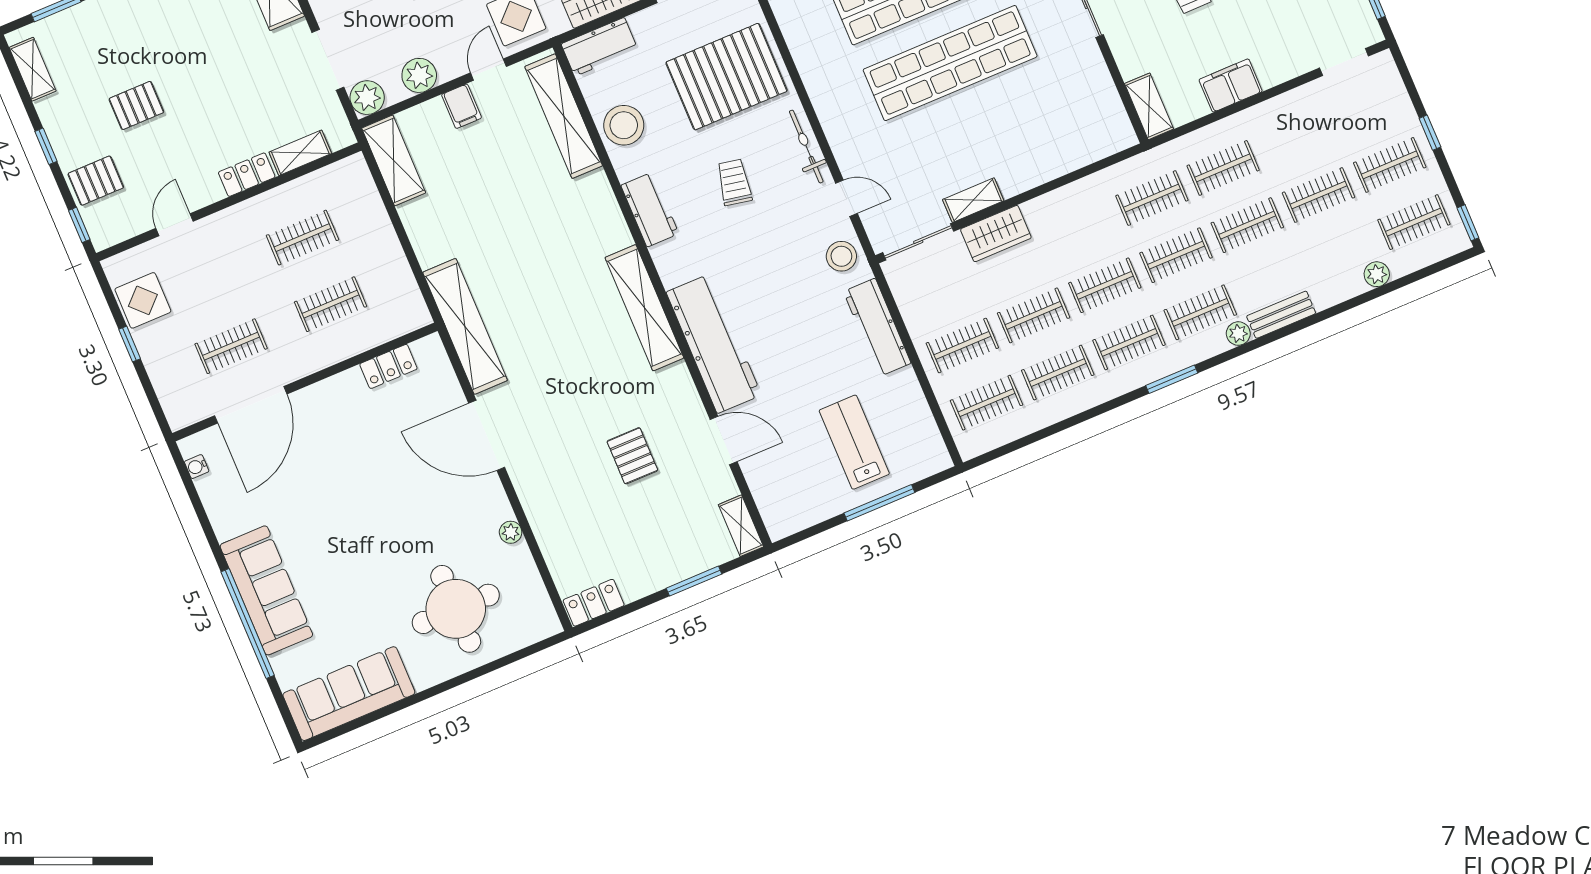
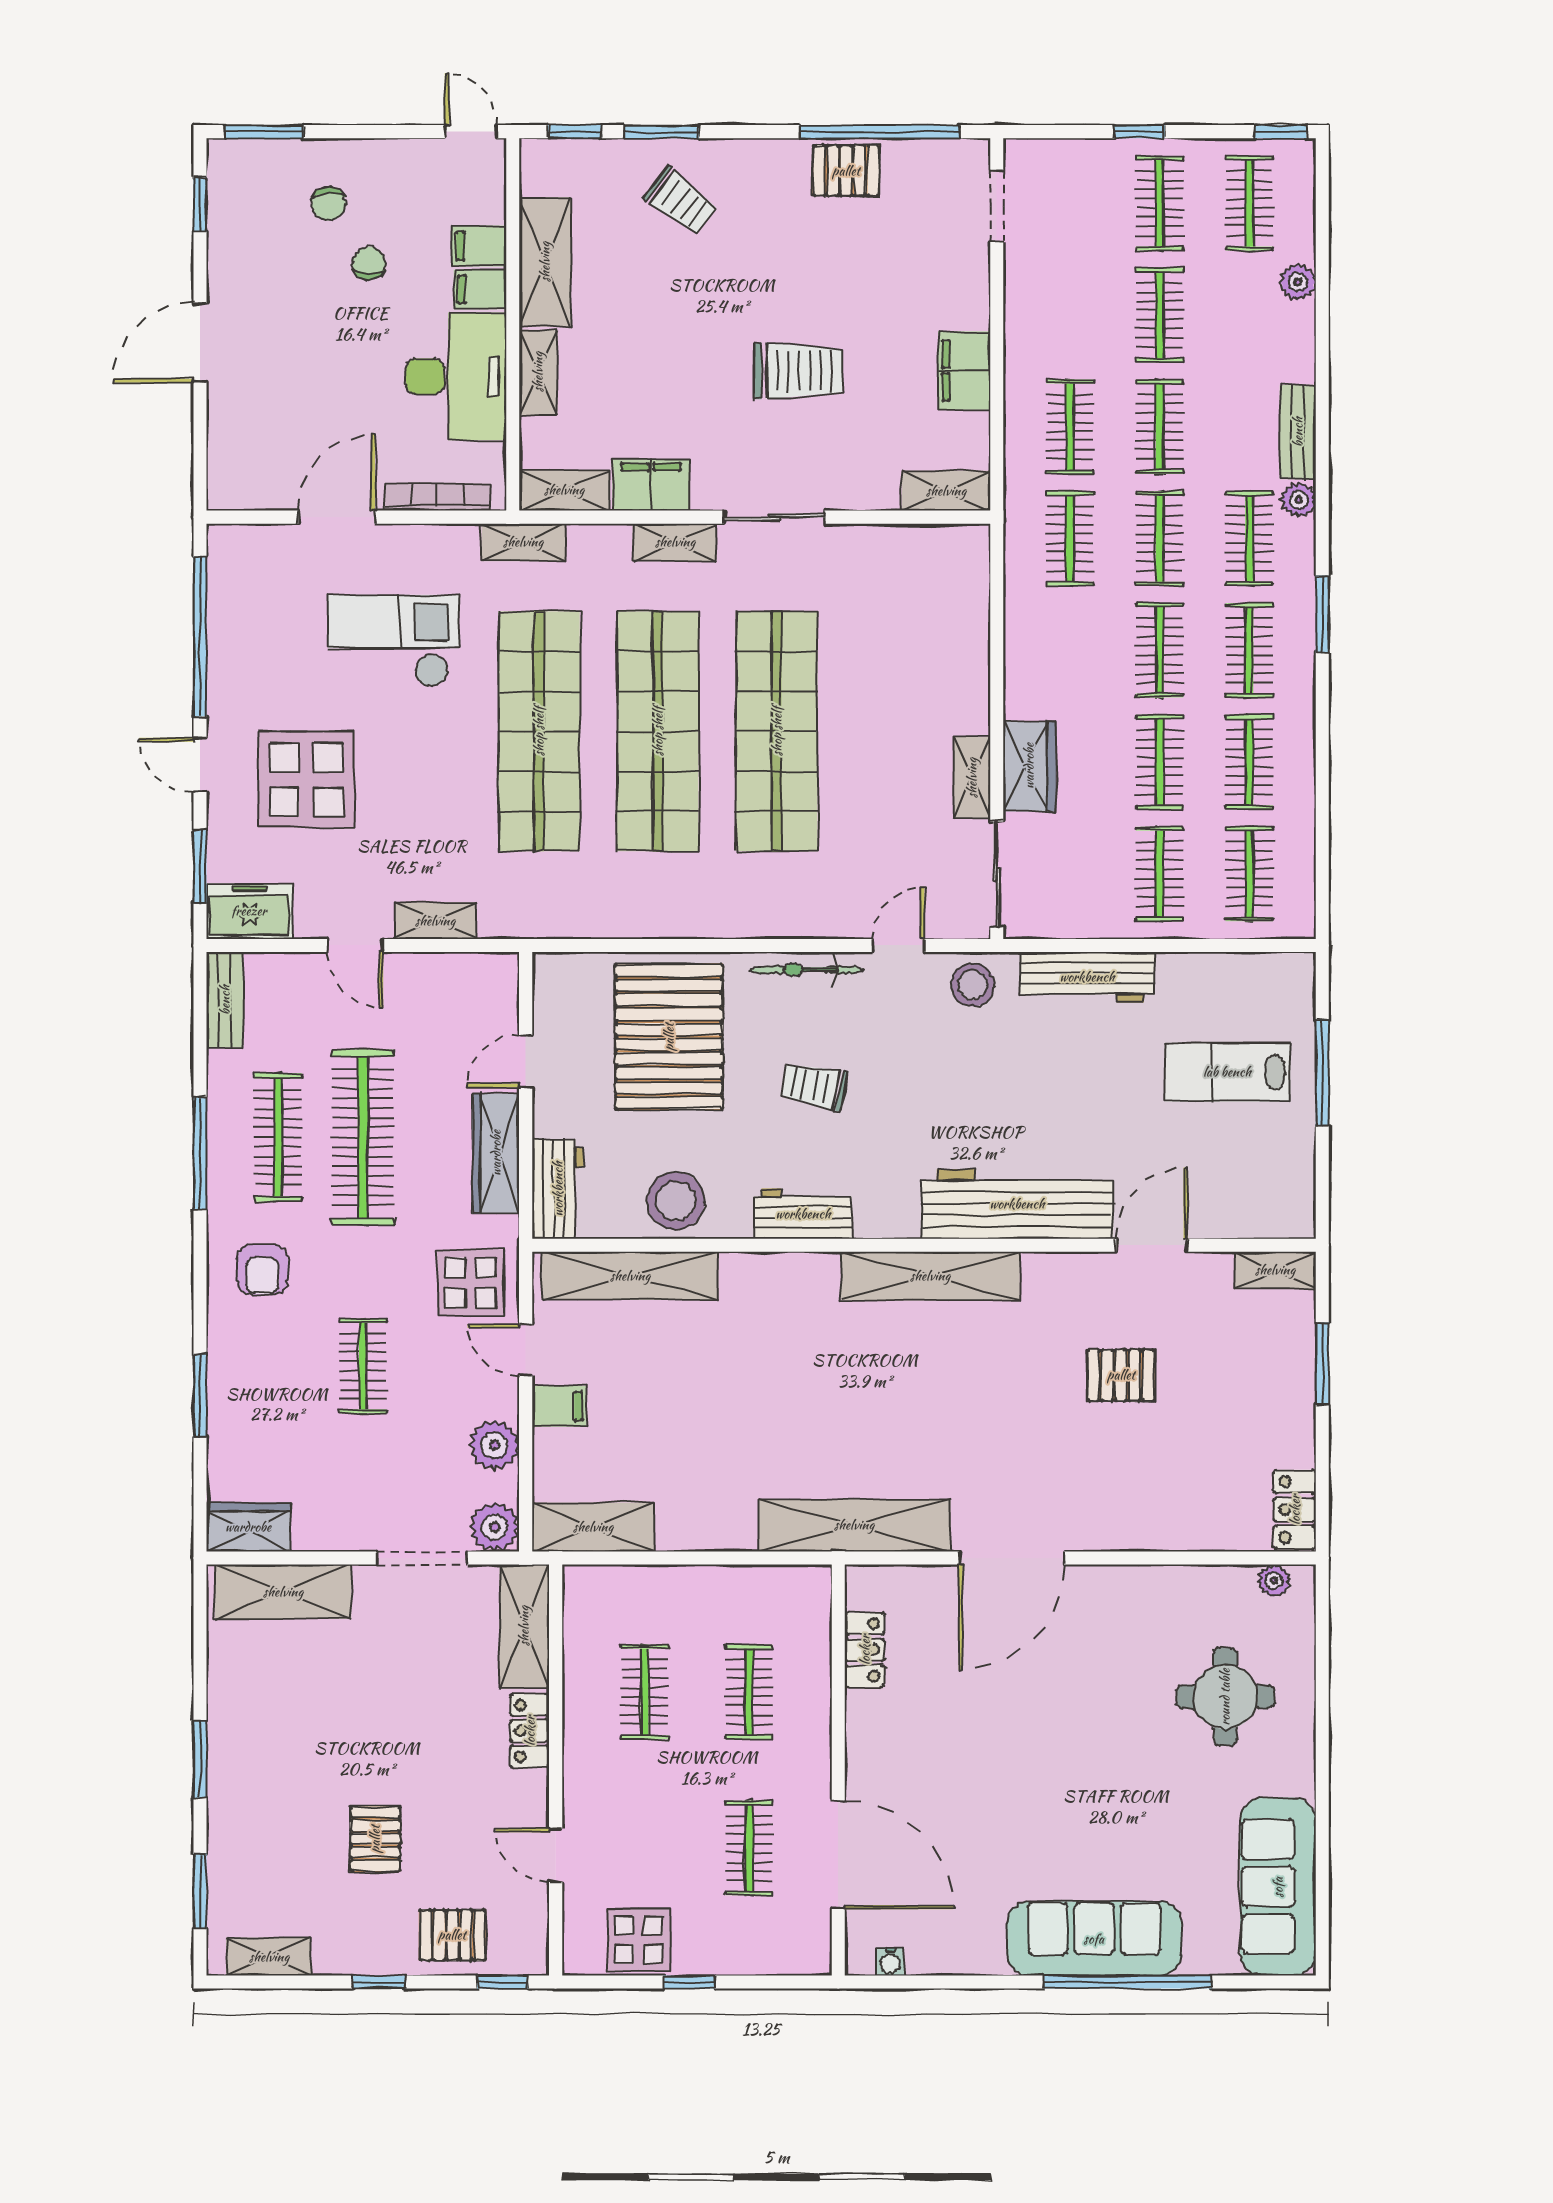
shelving: (300, 153) -> (524, 1626), width x1.50, depth x1.33
pallet: (96, 181) -> (452, 1935), turned 90
plant: (511, 532) -> (1274, 1581), moved
round table: (456, 609) -> (1225, 1697), width x0.73, depth x0.73

